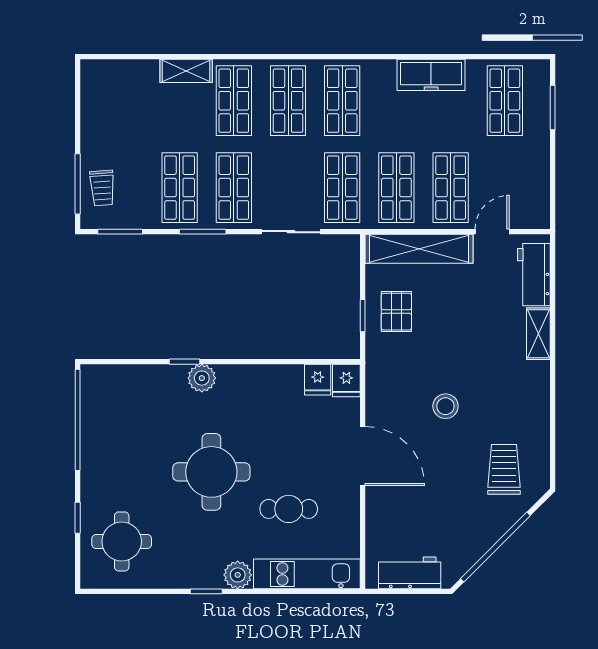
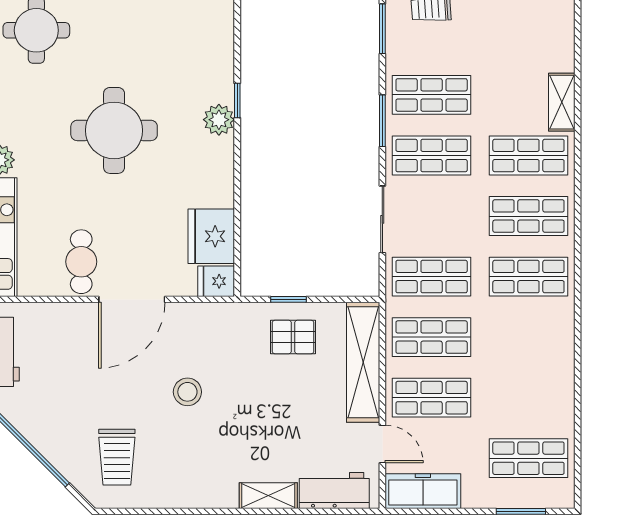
freezer: (431, 75) -> (423, 491), moved, turned 90
fridge: (318, 380) -> (211, 236), width x1.88, depth x1.34
trolley: (504, 469) -> (117, 457), turned 90
cafe table: (289, 509) -> (81, 262), moved

